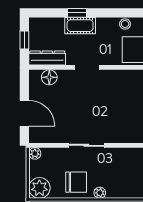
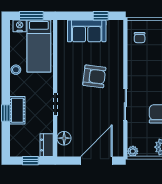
dresser: (47, 58) -> (47, 145), width x0.70
armchair: (118, 111) -> (94, 76), added
door: (24, 113) -> (96, 161), width x1.36

